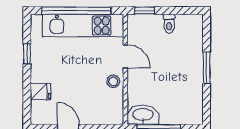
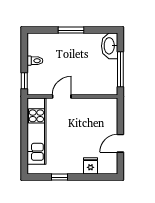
window: (76, 11) -> (24, 137), removed
stool: (113, 81) -> (82, 106), removed
washbasin: (143, 115) -> (110, 46), moved

